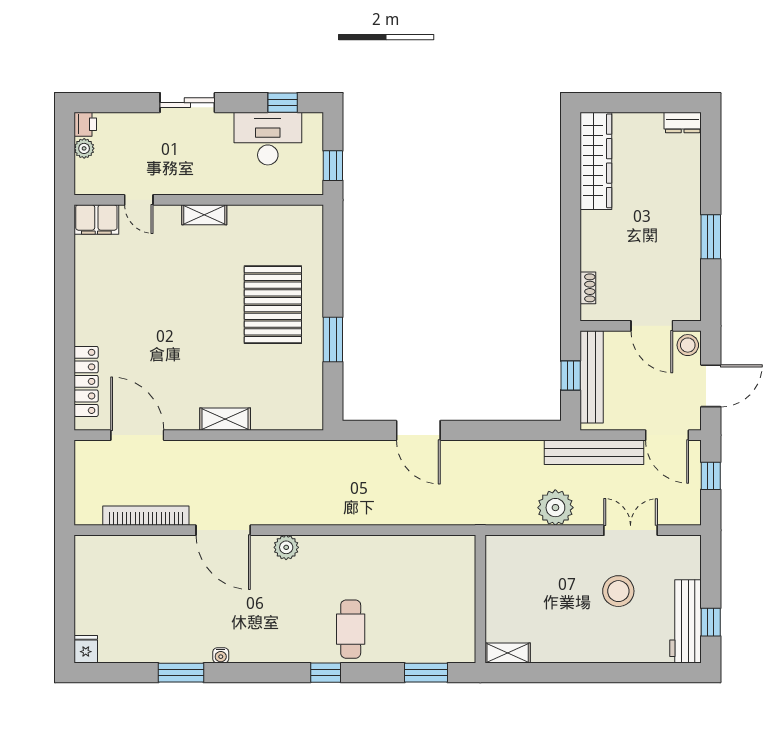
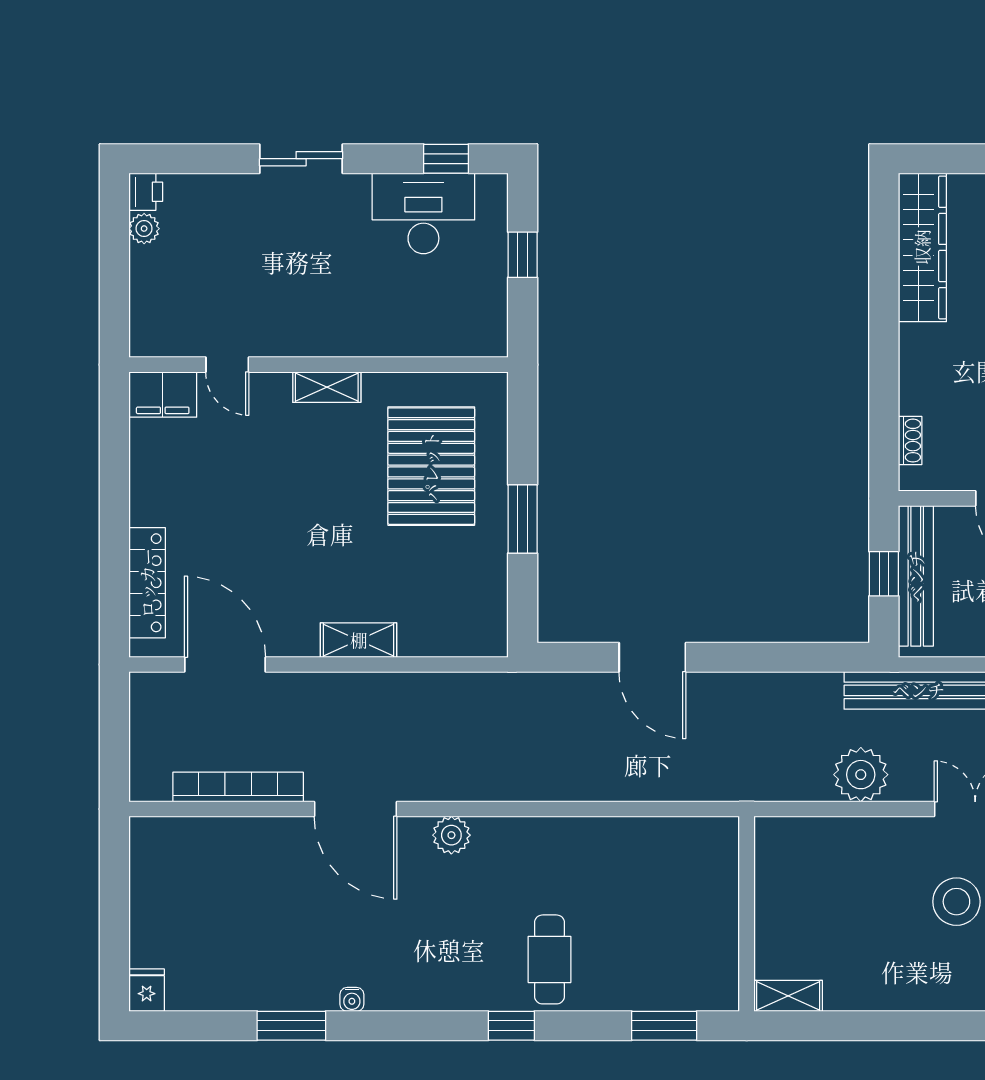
door: (139, 200) -> (227, 365), moved
wall: (199, 200) -> (318, 365), moved
shelving: (204, 215) -> (327, 387), moved
filing cabinet: (96, 220) -> (163, 395), moved

